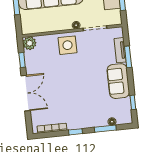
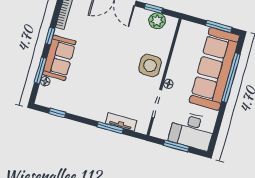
plant: (29, 43) -> (157, 21), moved
sofa: (118, 81) -> (59, 58), moved, turned 90

